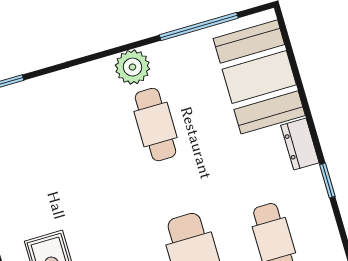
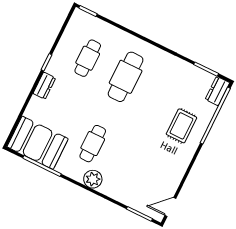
plant: (132, 67) -> (93, 179), moved
booth: (259, 77) -> (38, 143), moved, turned 90

